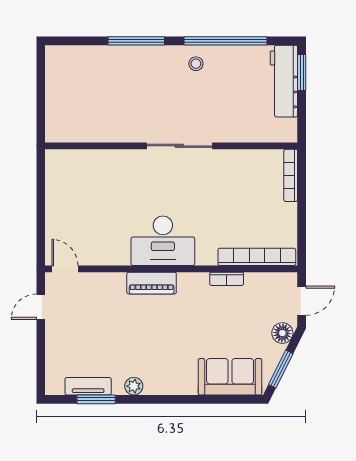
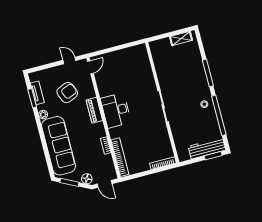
shelving: (55, 76) -> (181, 38), added
armchair: (103, 327) -> (67, 93), added
sofa: (230, 377) -> (59, 146), width x1.85, depth x1.27

